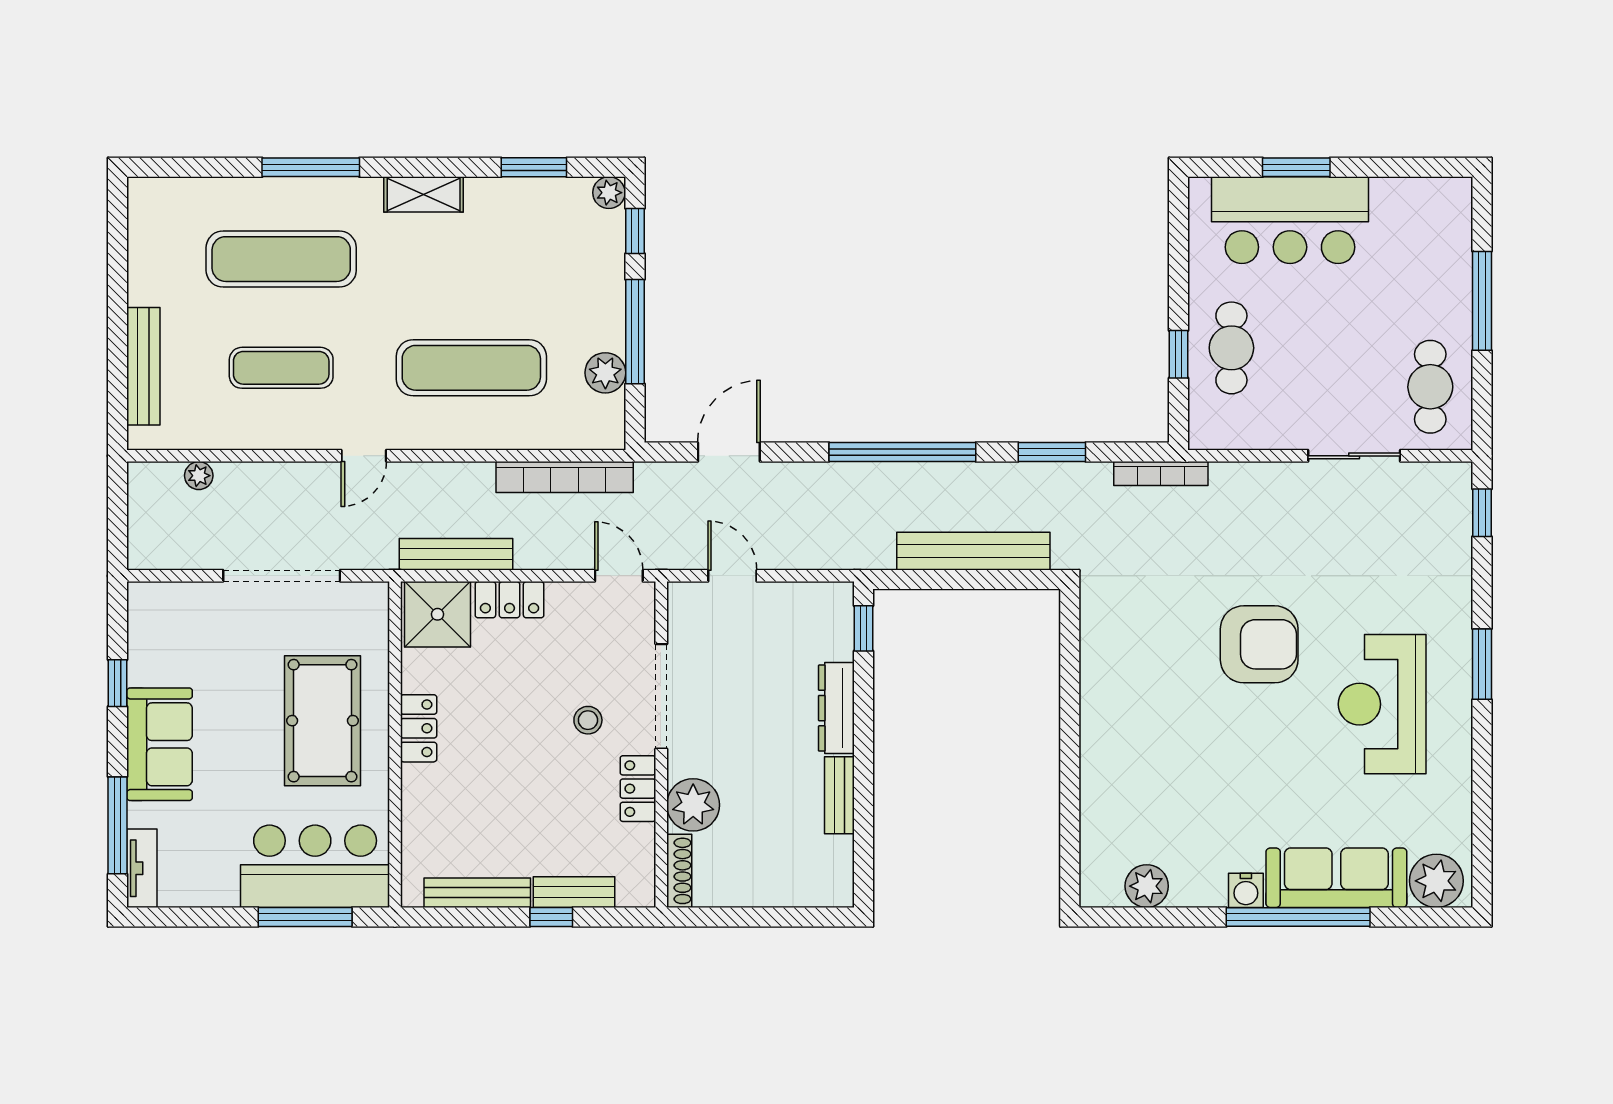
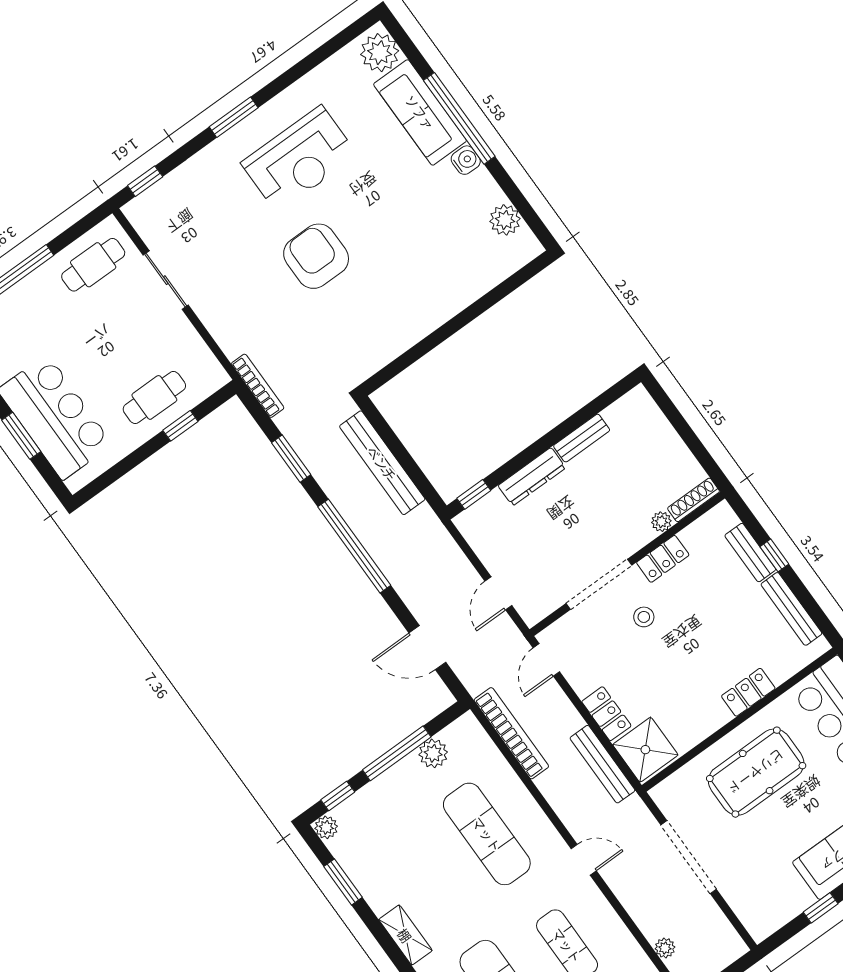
locker: (419, 728) -> (748, 692), moved
plant: (693, 805) -> (661, 522), width x0.53, depth x0.53

